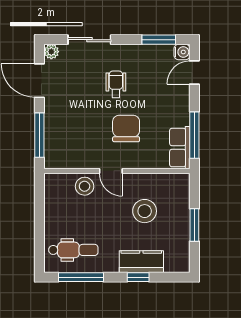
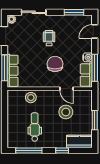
water cooler: (182, 52) -> (88, 57), moved
row of seats: (53, 140) -> (13, 71), added
door: (111, 171) -> (66, 89), moved
dental chair: (73, 250) -> (35, 127), moved, turned -90
kitchen counter: (141, 262) -> (79, 141), moved

